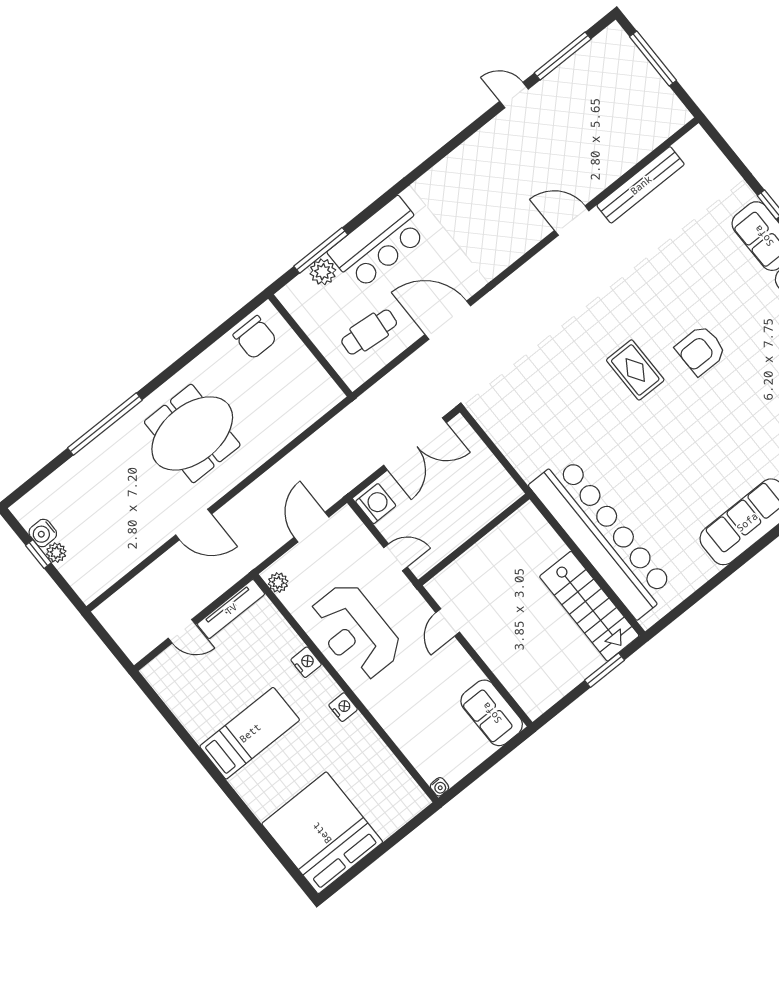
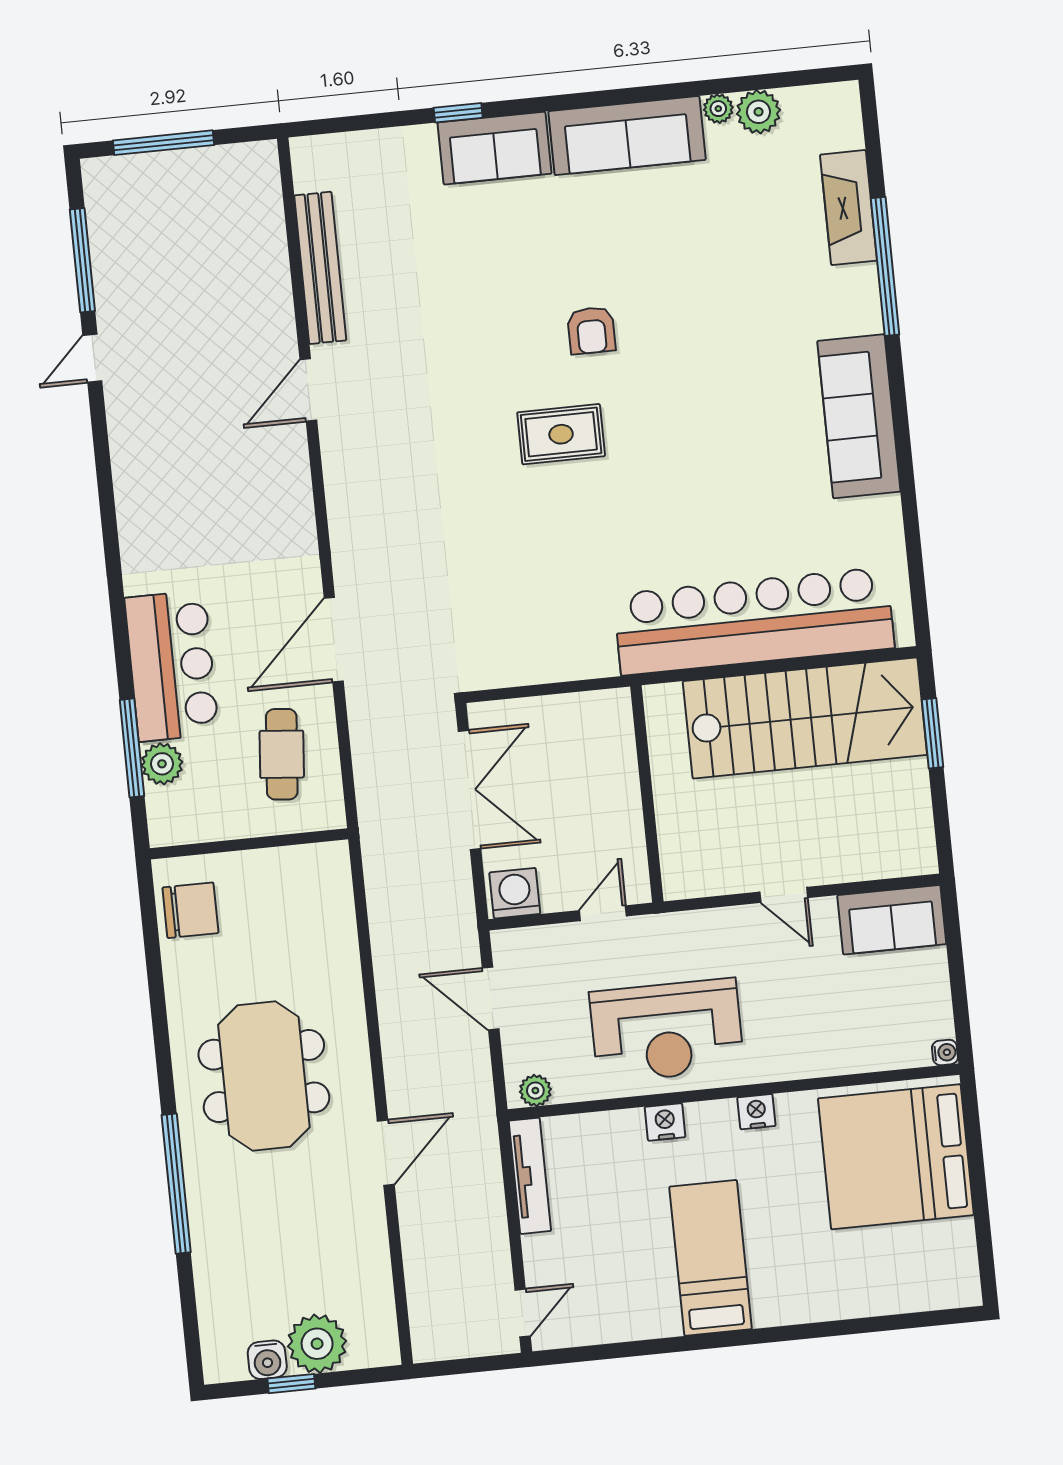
armchair: (701, 350) -> (591, 330), width x0.72, depth x0.72
plant: (56, 553) -> (317, 1344), width x1.87, depth x1.87
stairs: (589, 606) -> (805, 718), width x1.36, depth x1.51
door: (448, 622) -> (784, 895), moved
door: (182, 631) -> (523, 1313), moved
bed: (322, 833) -> (896, 1157), moved

